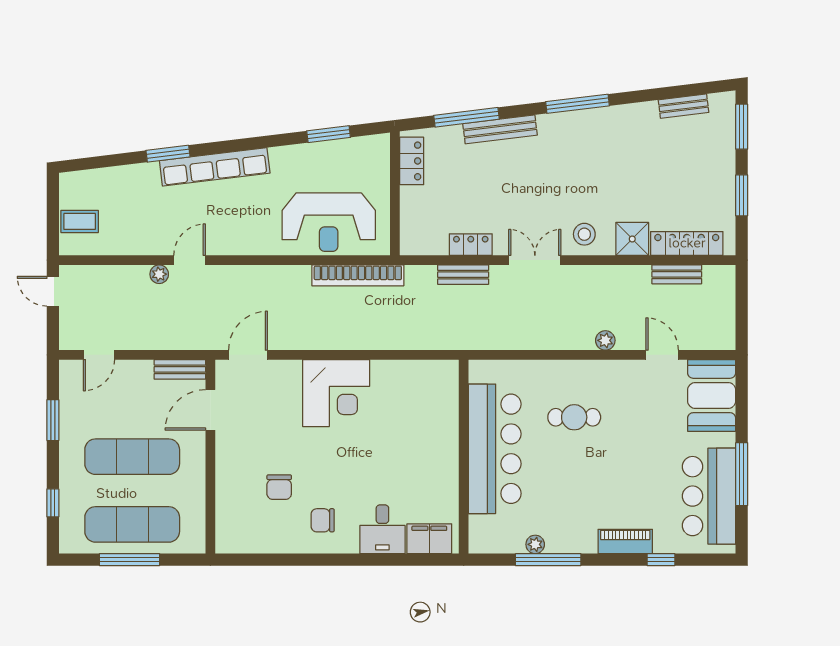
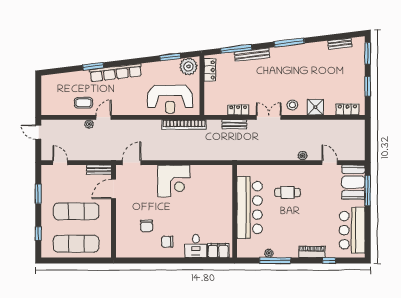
plant: (367, 154) -> (188, 66), added
coffee table: (80, 221) -> (83, 103), moved
locker: (687, 243) -> (347, 109), width x0.66
bench: (677, 274) -> (337, 124), removed
door: (99, 355) -> (60, 163), swing flipped
window: (742, 474) -> (368, 190), moved
window: (129, 560) -> (75, 261), removed

